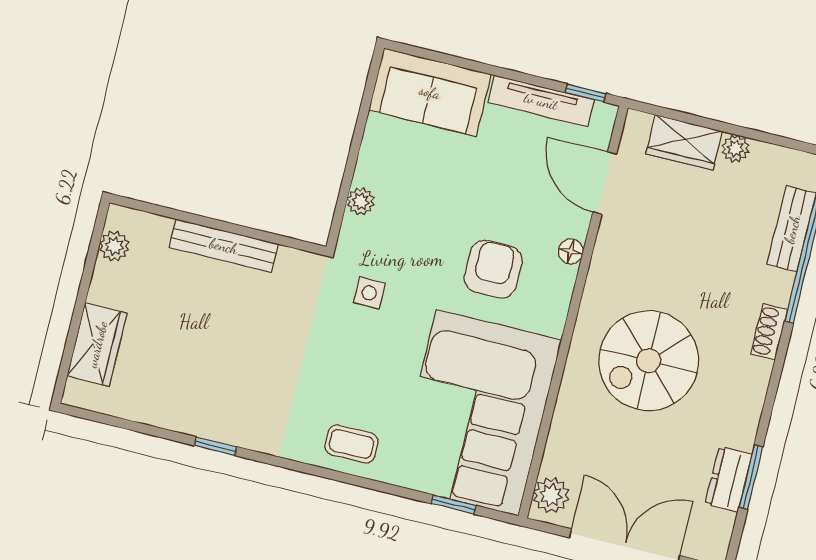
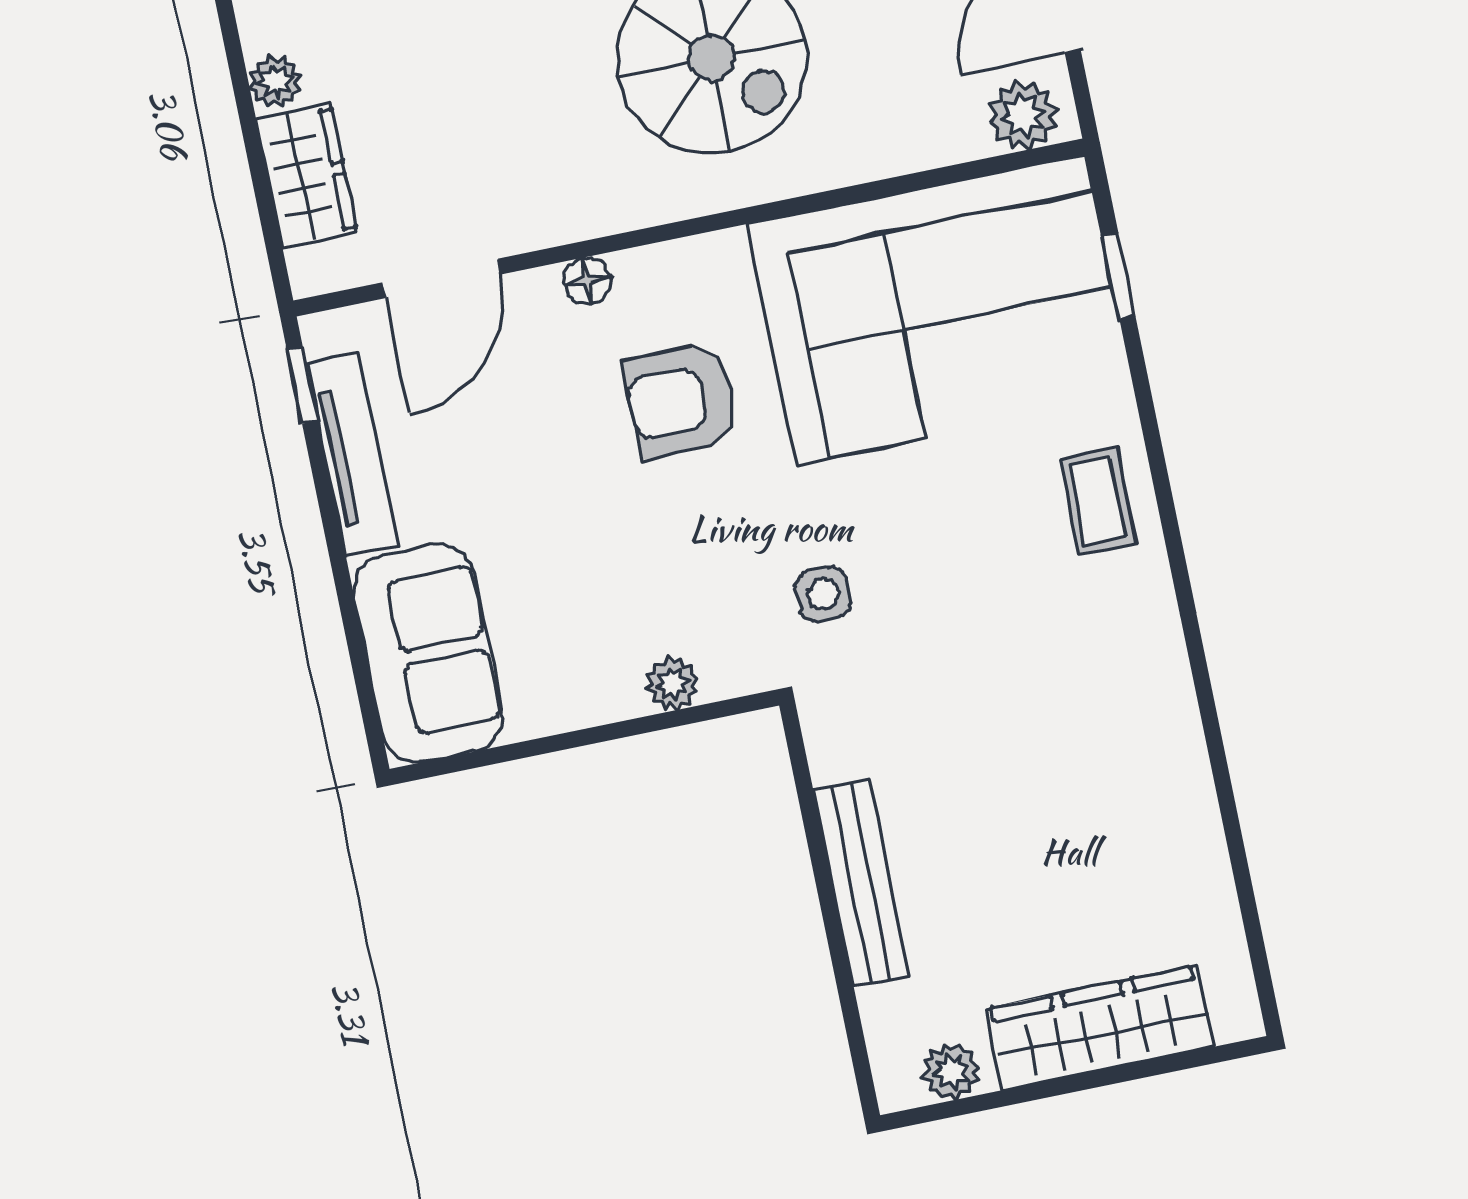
wardrobe: (97, 344) -> (1099, 1028), width x1.50
window: (216, 446) -> (1213, 733), removed

